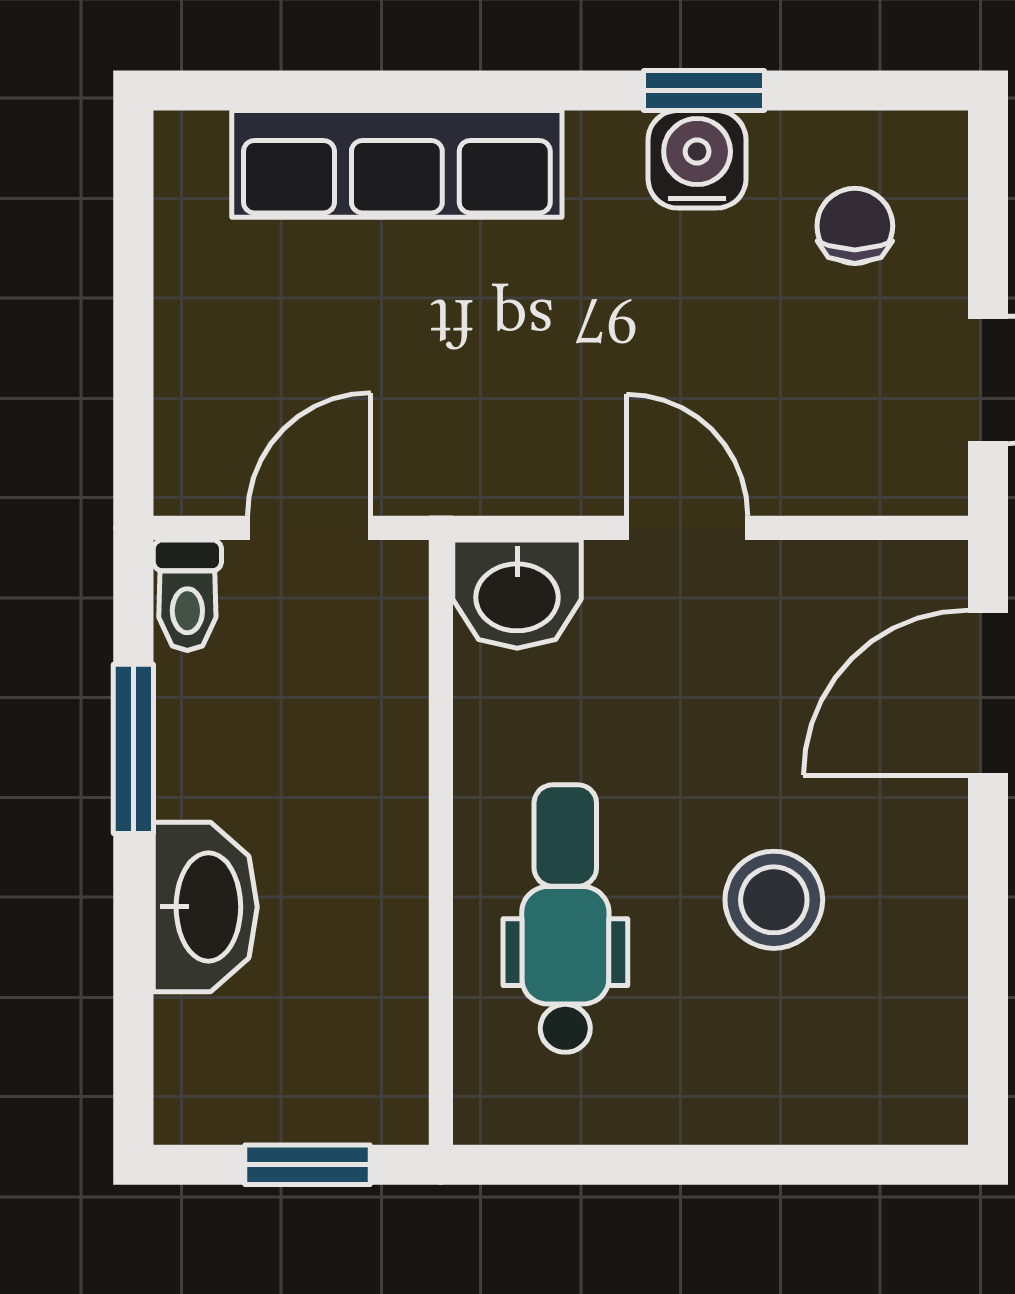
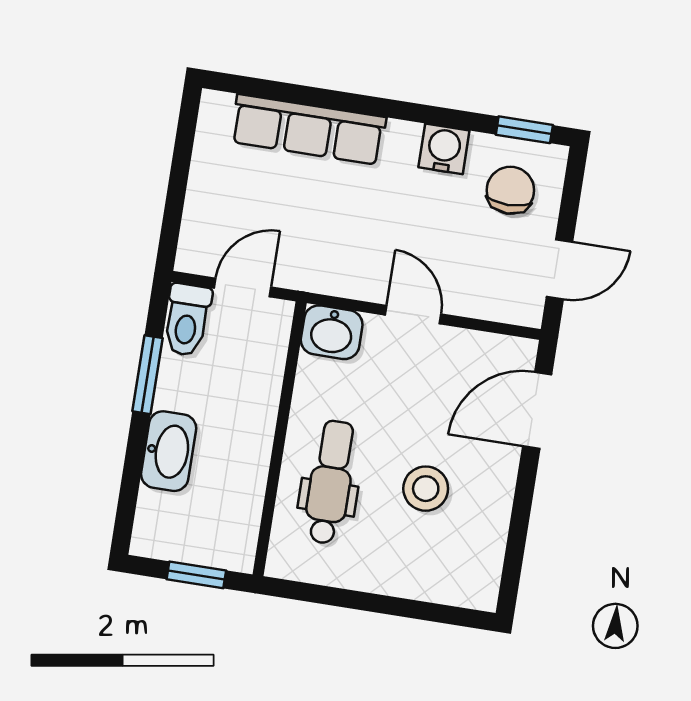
window: (704, 91) -> (524, 130), moved
chair: (855, 226) -> (510, 190), width x1.37, depth x1.37
toilet: (187, 595) -> (187, 320), width x1.37, depth x1.39

